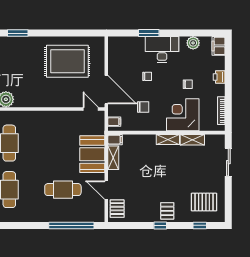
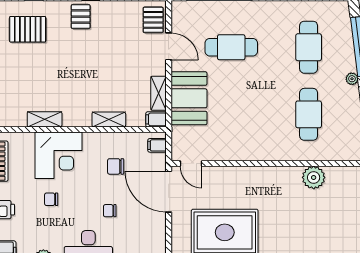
shelving: (168, 139) -> (109, 120), moved

